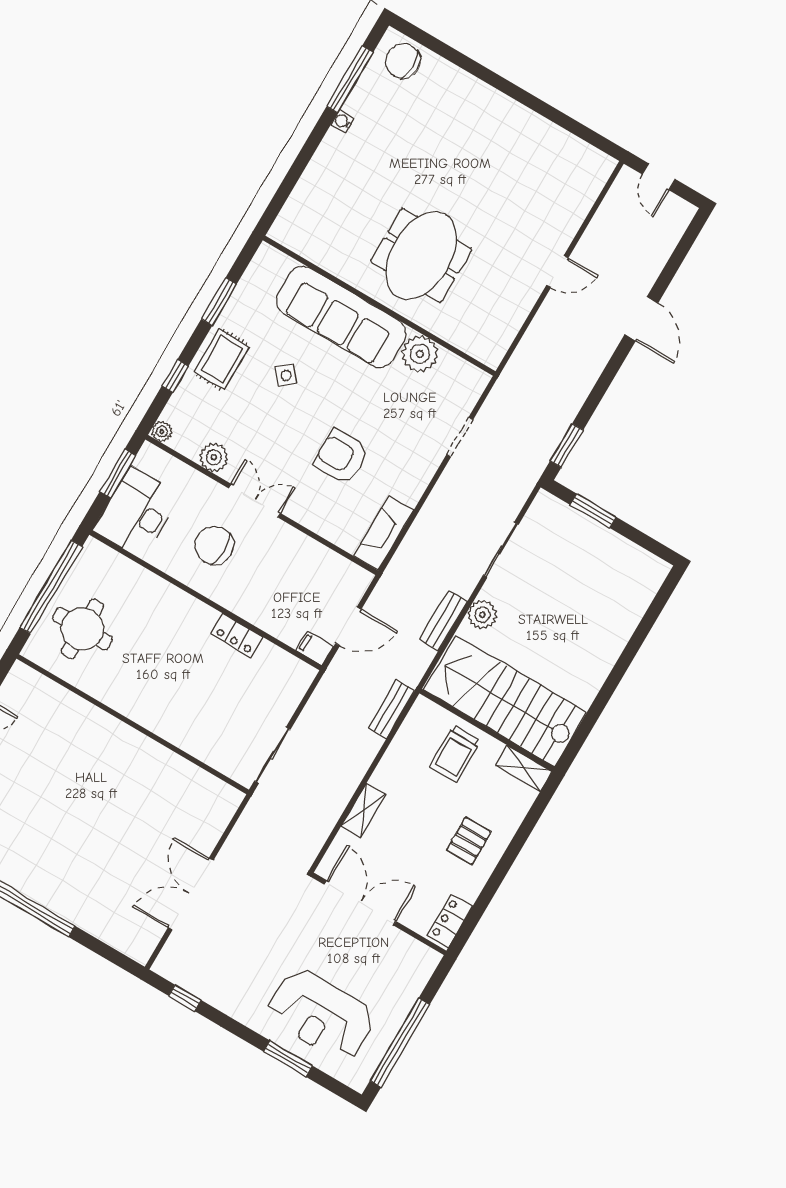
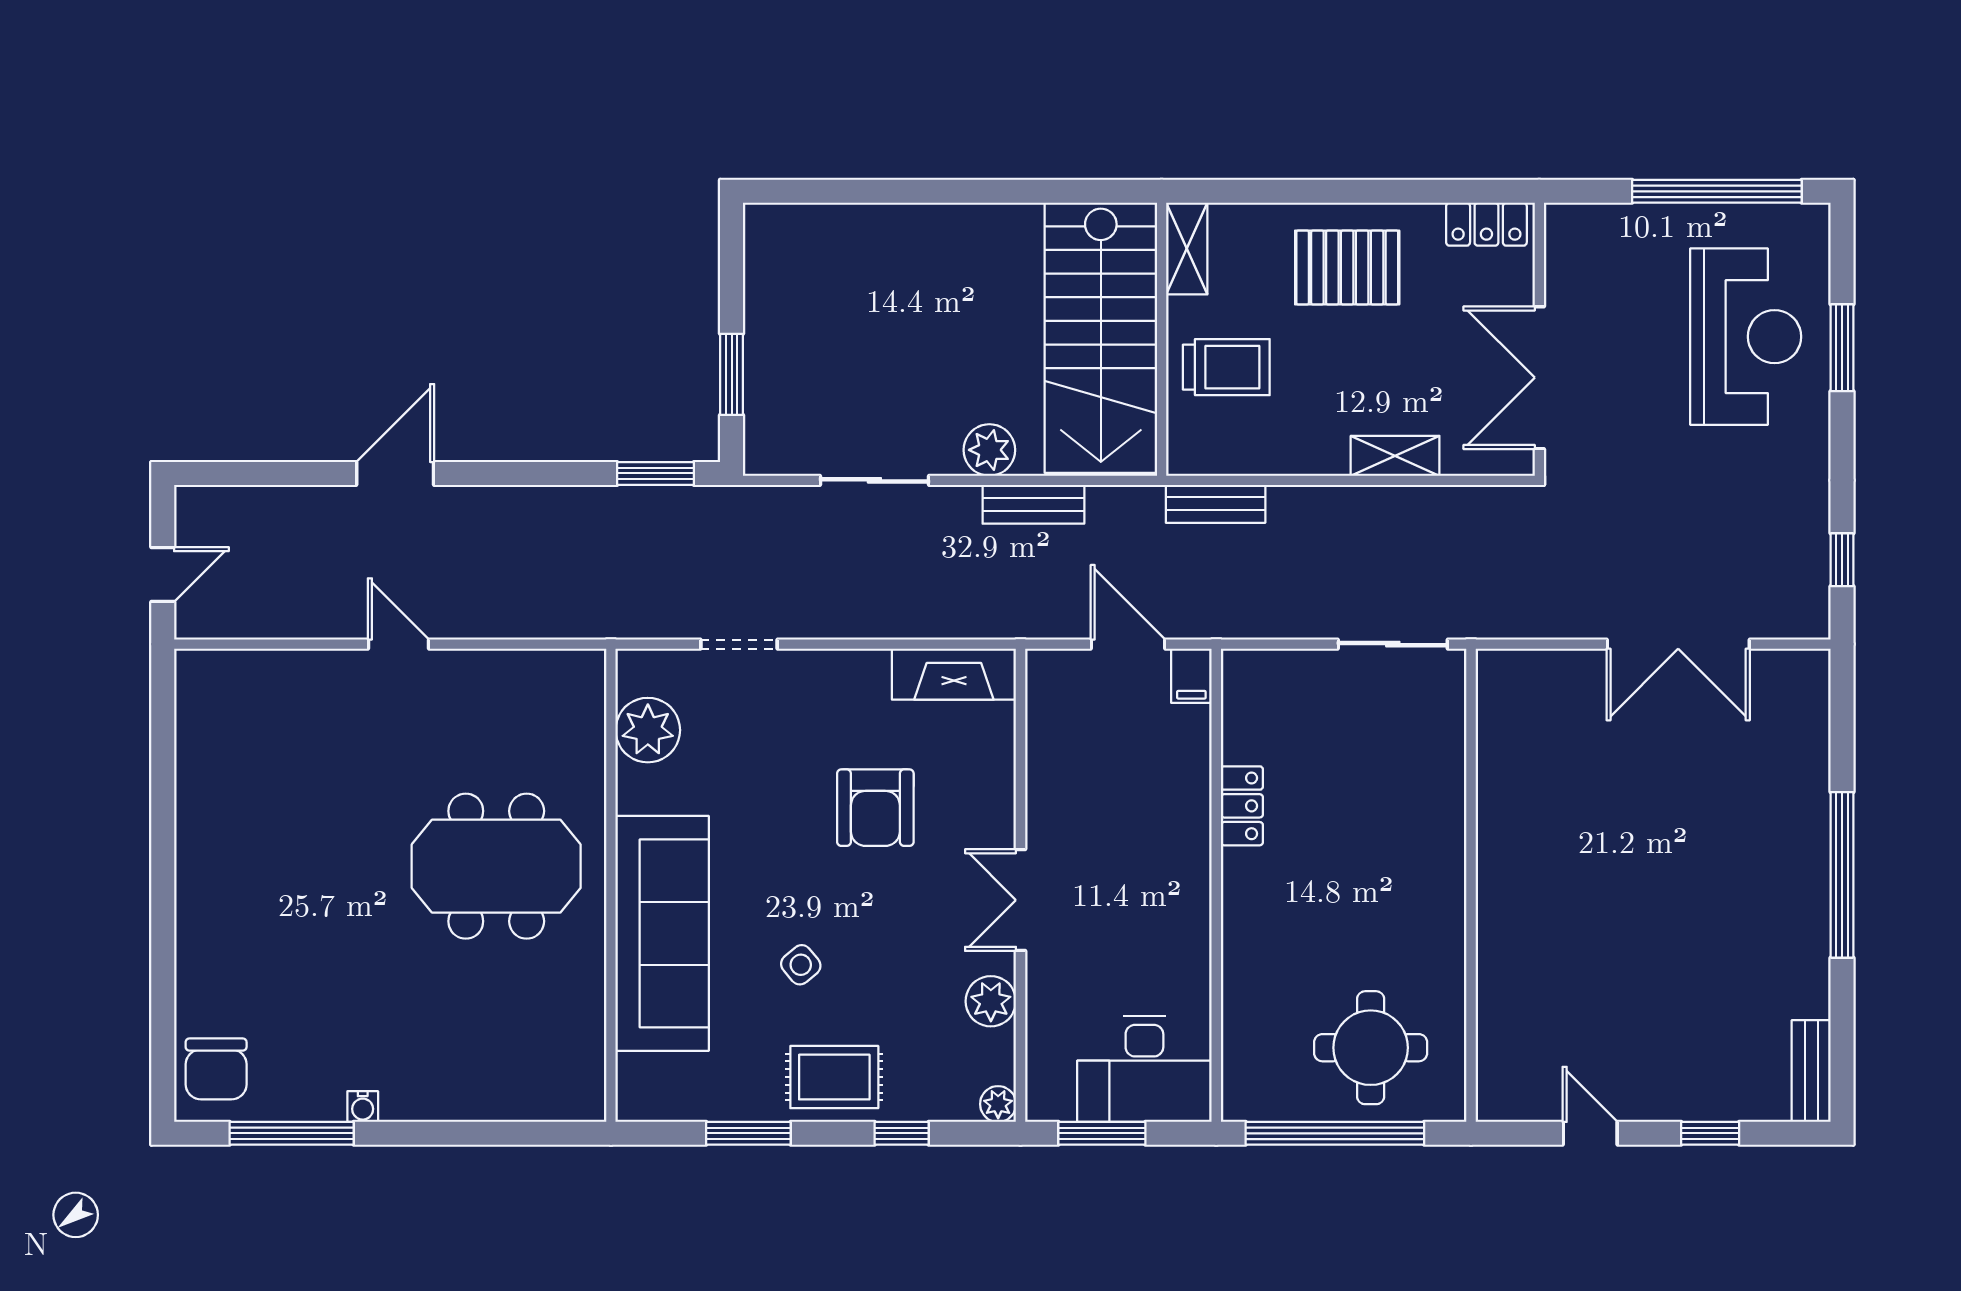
plant: (420, 354) -> (648, 730), moved
chair: (214, 545) -> (1125, 922), removed
pallet: (469, 841) -> (1347, 267), width x1.50, depth x1.42

